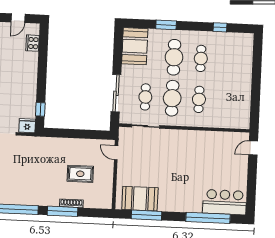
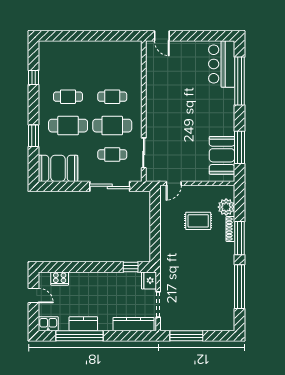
rug: (80, 174) -> (198, 221), turned 90
plant: (92, 200) -> (226, 207), added

